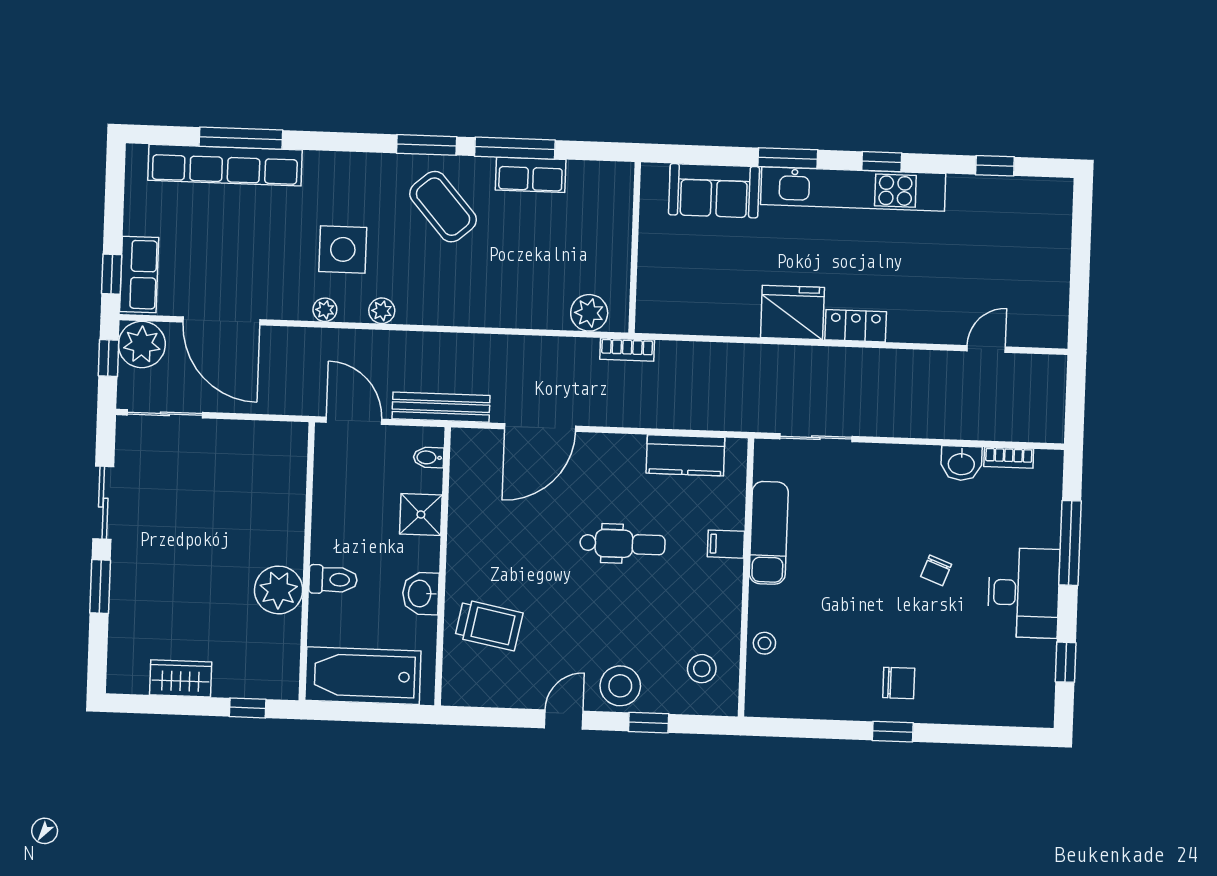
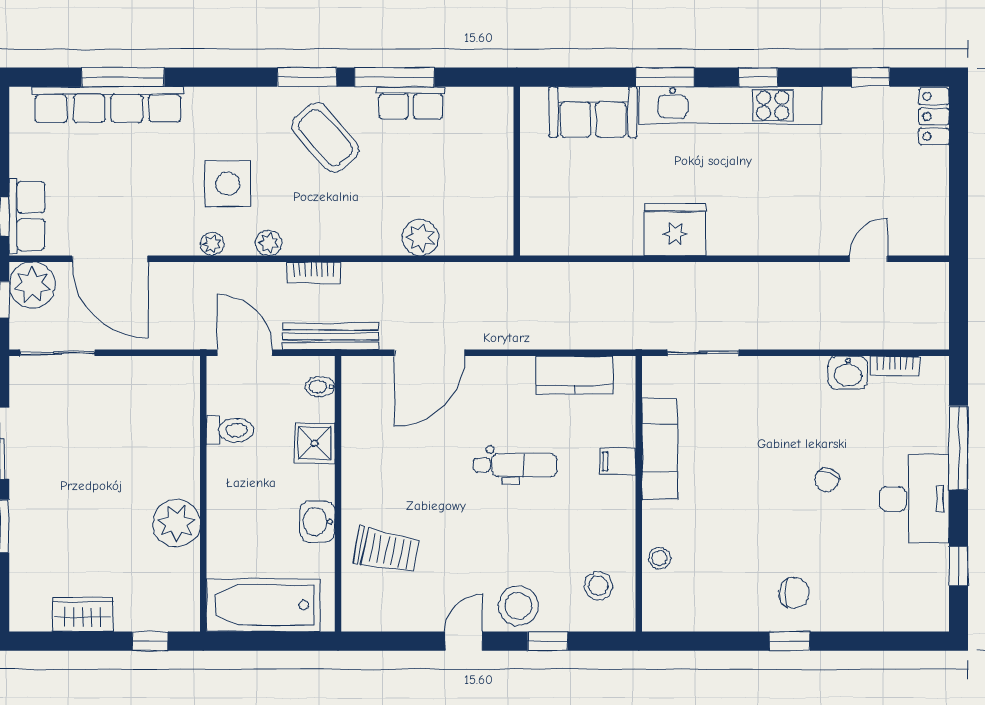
plant: (589, 313) -> (420, 237), moved
locker: (856, 326) -> (934, 116), moved, turned -90
bookcase: (627, 350) -> (314, 273), moved
toilet: (333, 580) -> (230, 430), moved

